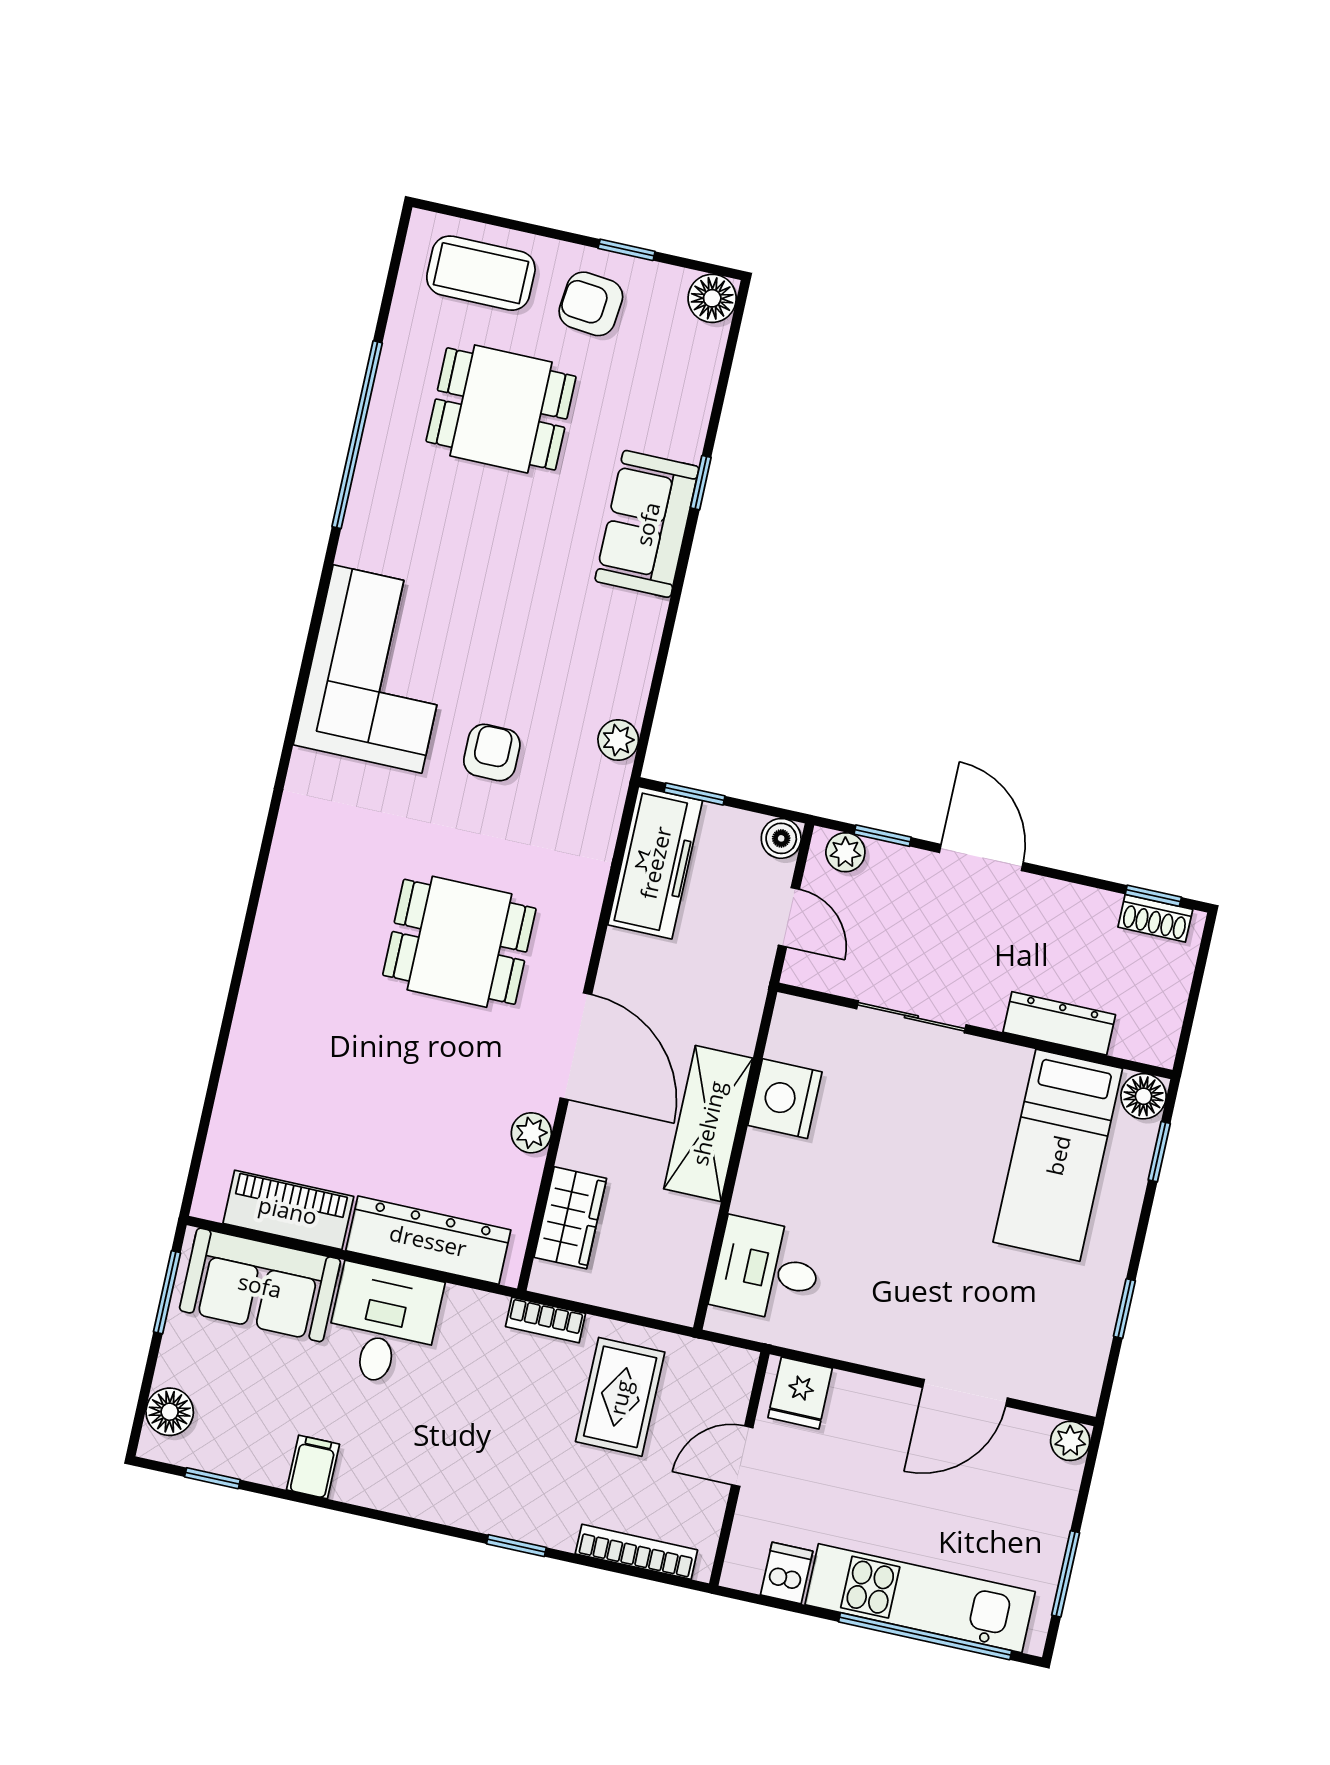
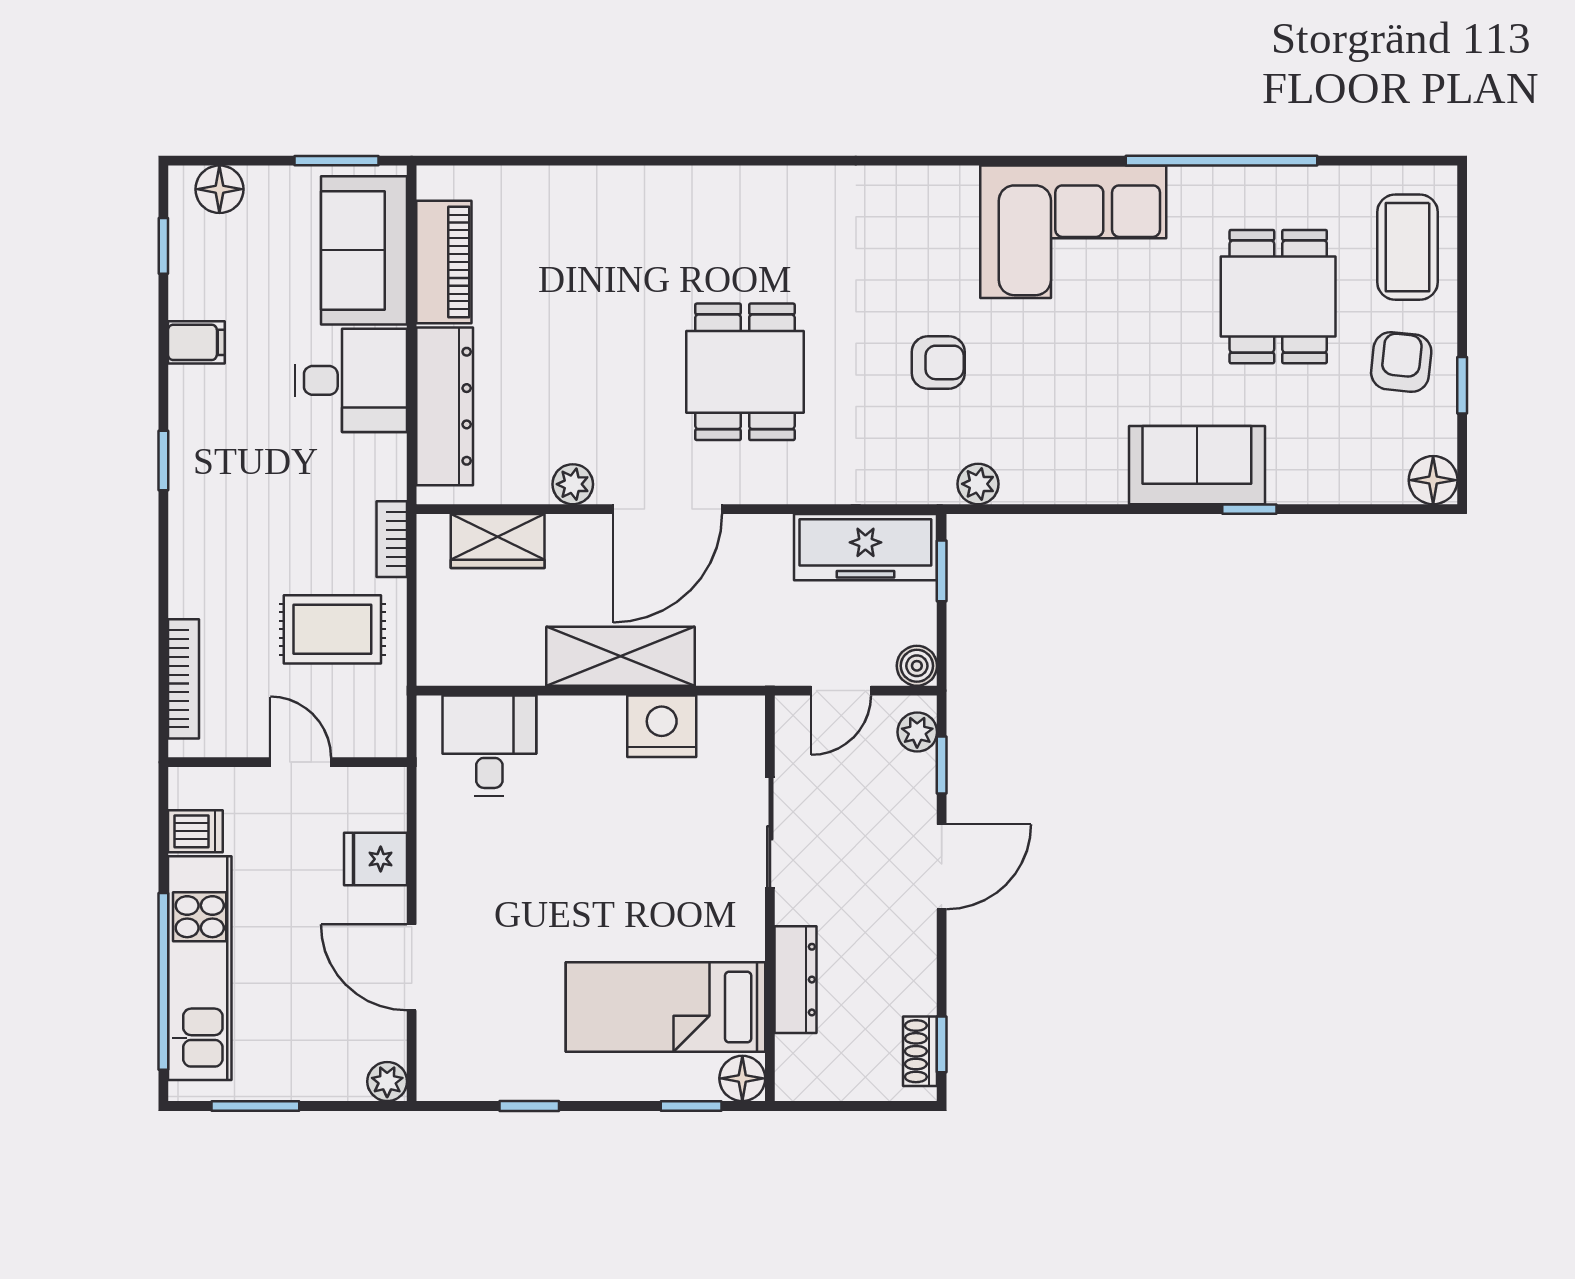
corner sofa: (377, 669) -> (1073, 232), moved
fridge: (800, 1393) -> (375, 859), moved
window: (516, 1546) -> (163, 460), moved

